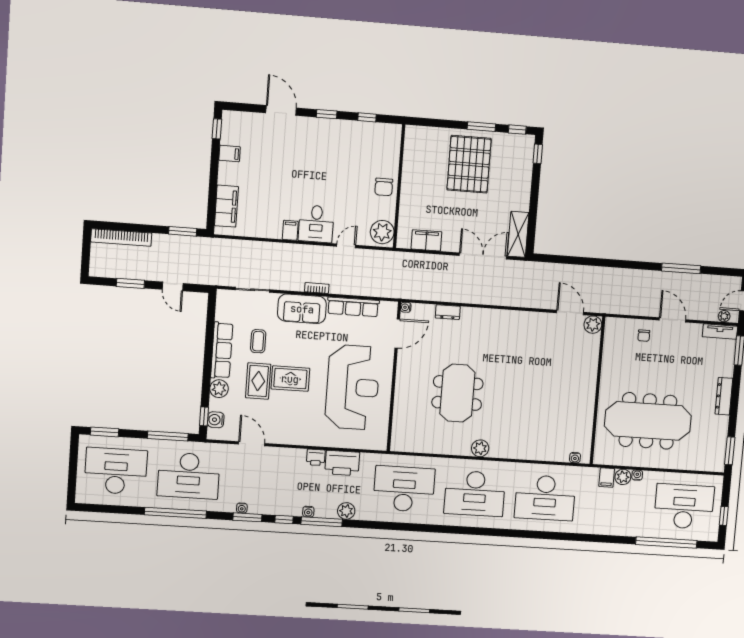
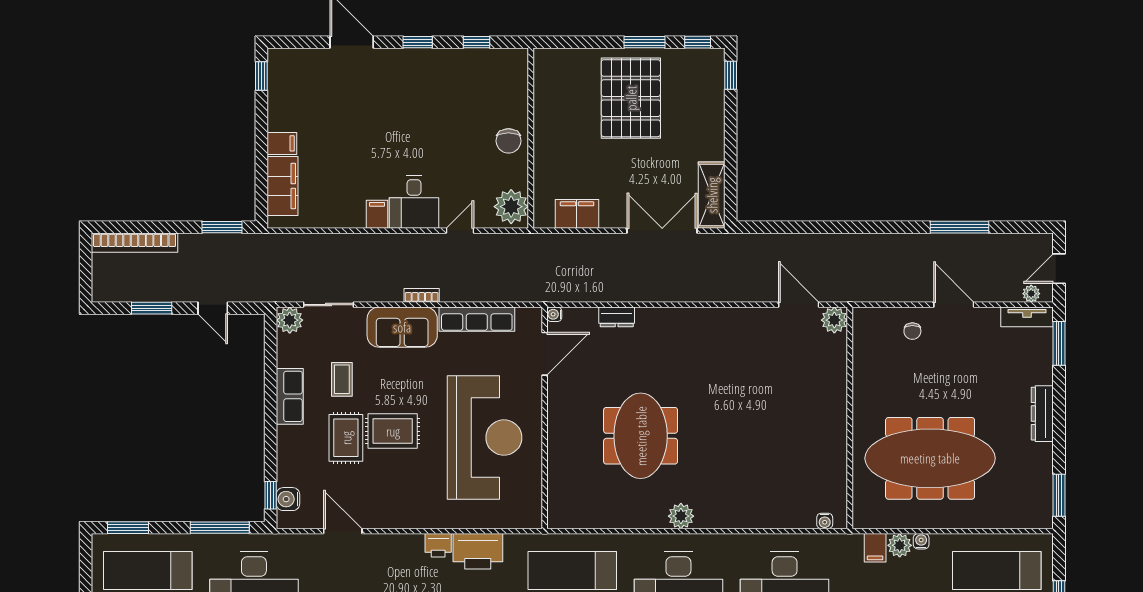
filing cabinet: (230, 154) -> (282, 143), moved
row of seats: (222, 350) -> (290, 396), width x0.68
plant: (219, 389) -> (290, 320), moved

